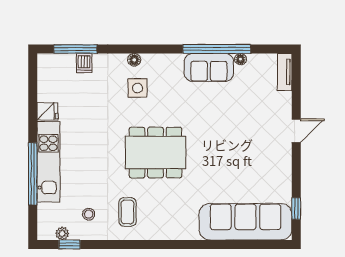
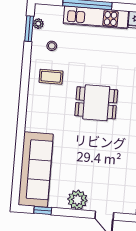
dining table: (156, 153) -> (96, 103), width x0.73
plant: (279, 166) -> (77, 200), added
window: (69, 244) -> (29, 29), width x1.50

